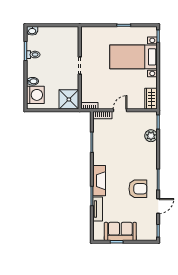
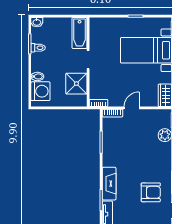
bathtub: (72, 41) -> (80, 33), added
shower: (69, 99) -> (76, 84), moved

